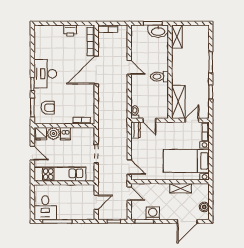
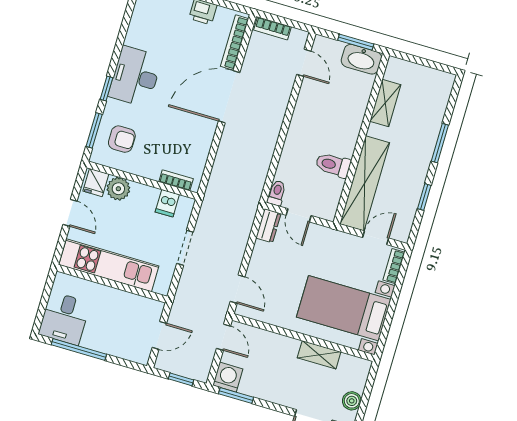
shelving: (177, 37) -> (385, 103), moved
door: (129, 67) -> (304, 63), moved
toilet: (159, 77) -> (333, 165), moved
shelving: (178, 102) -> (365, 183), width x1.47
dishwasher: (65, 134) -> (167, 203), moved
washing machine: (153, 213) -> (228, 377), moved

